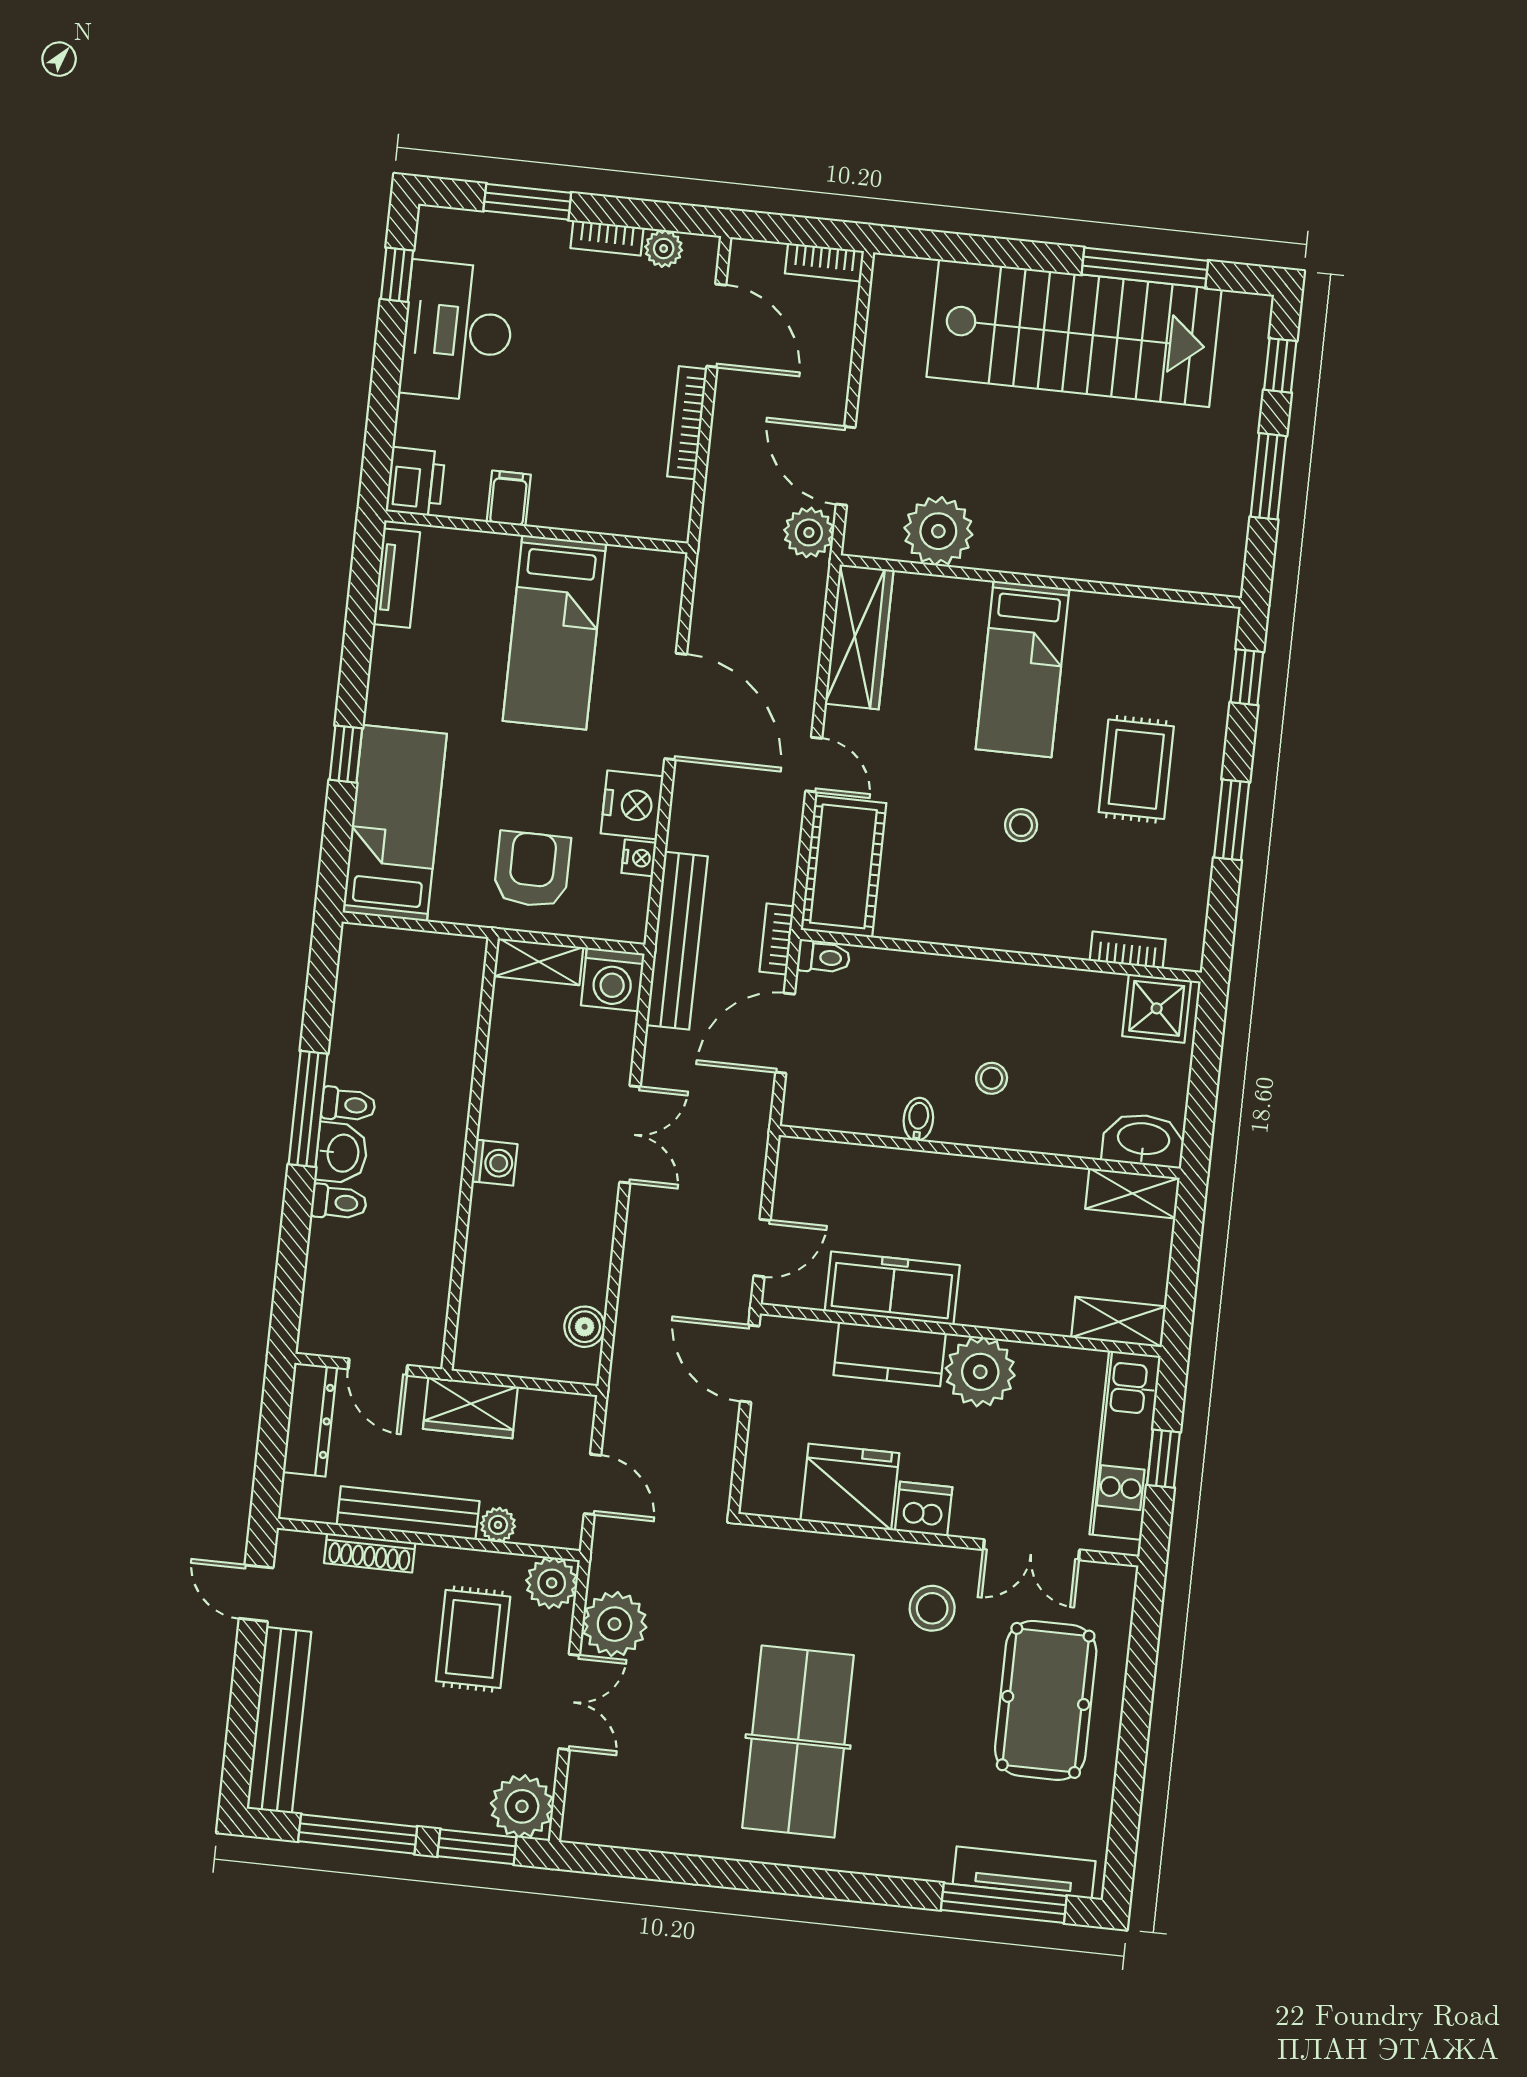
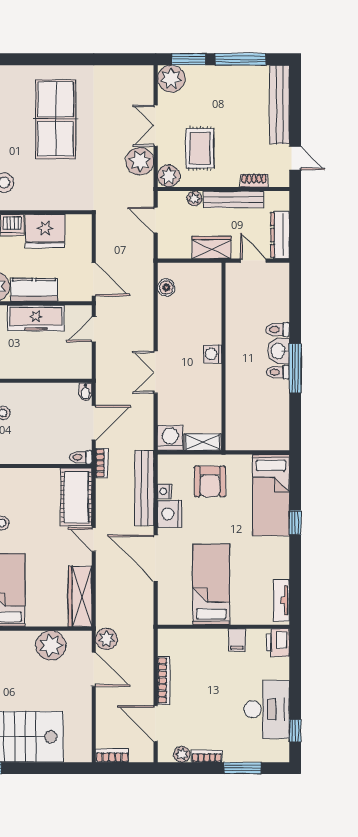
bench: (677, 941) -> (144, 488), moved
bidet: (918, 1119) -> (85, 392), moved
shoe rack: (370, 1553) -> (254, 181), width x0.70

